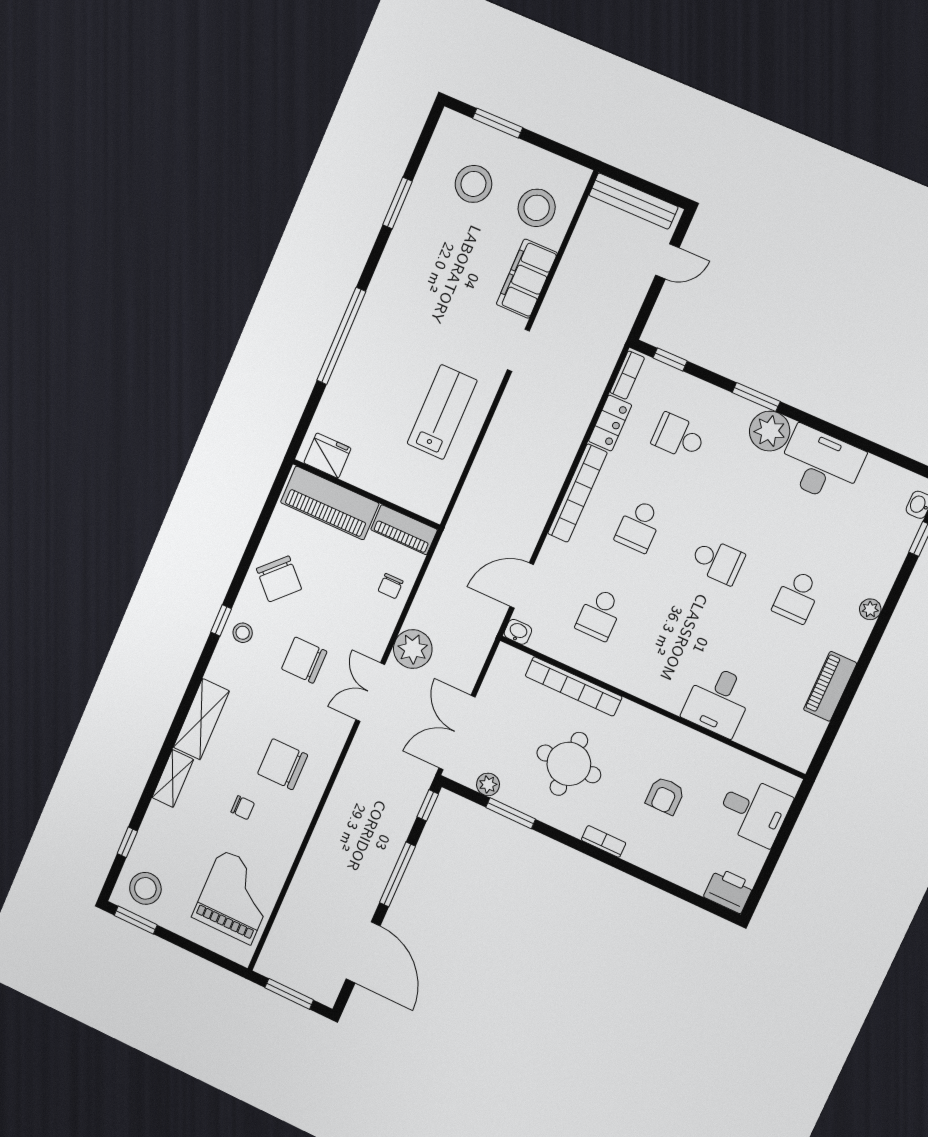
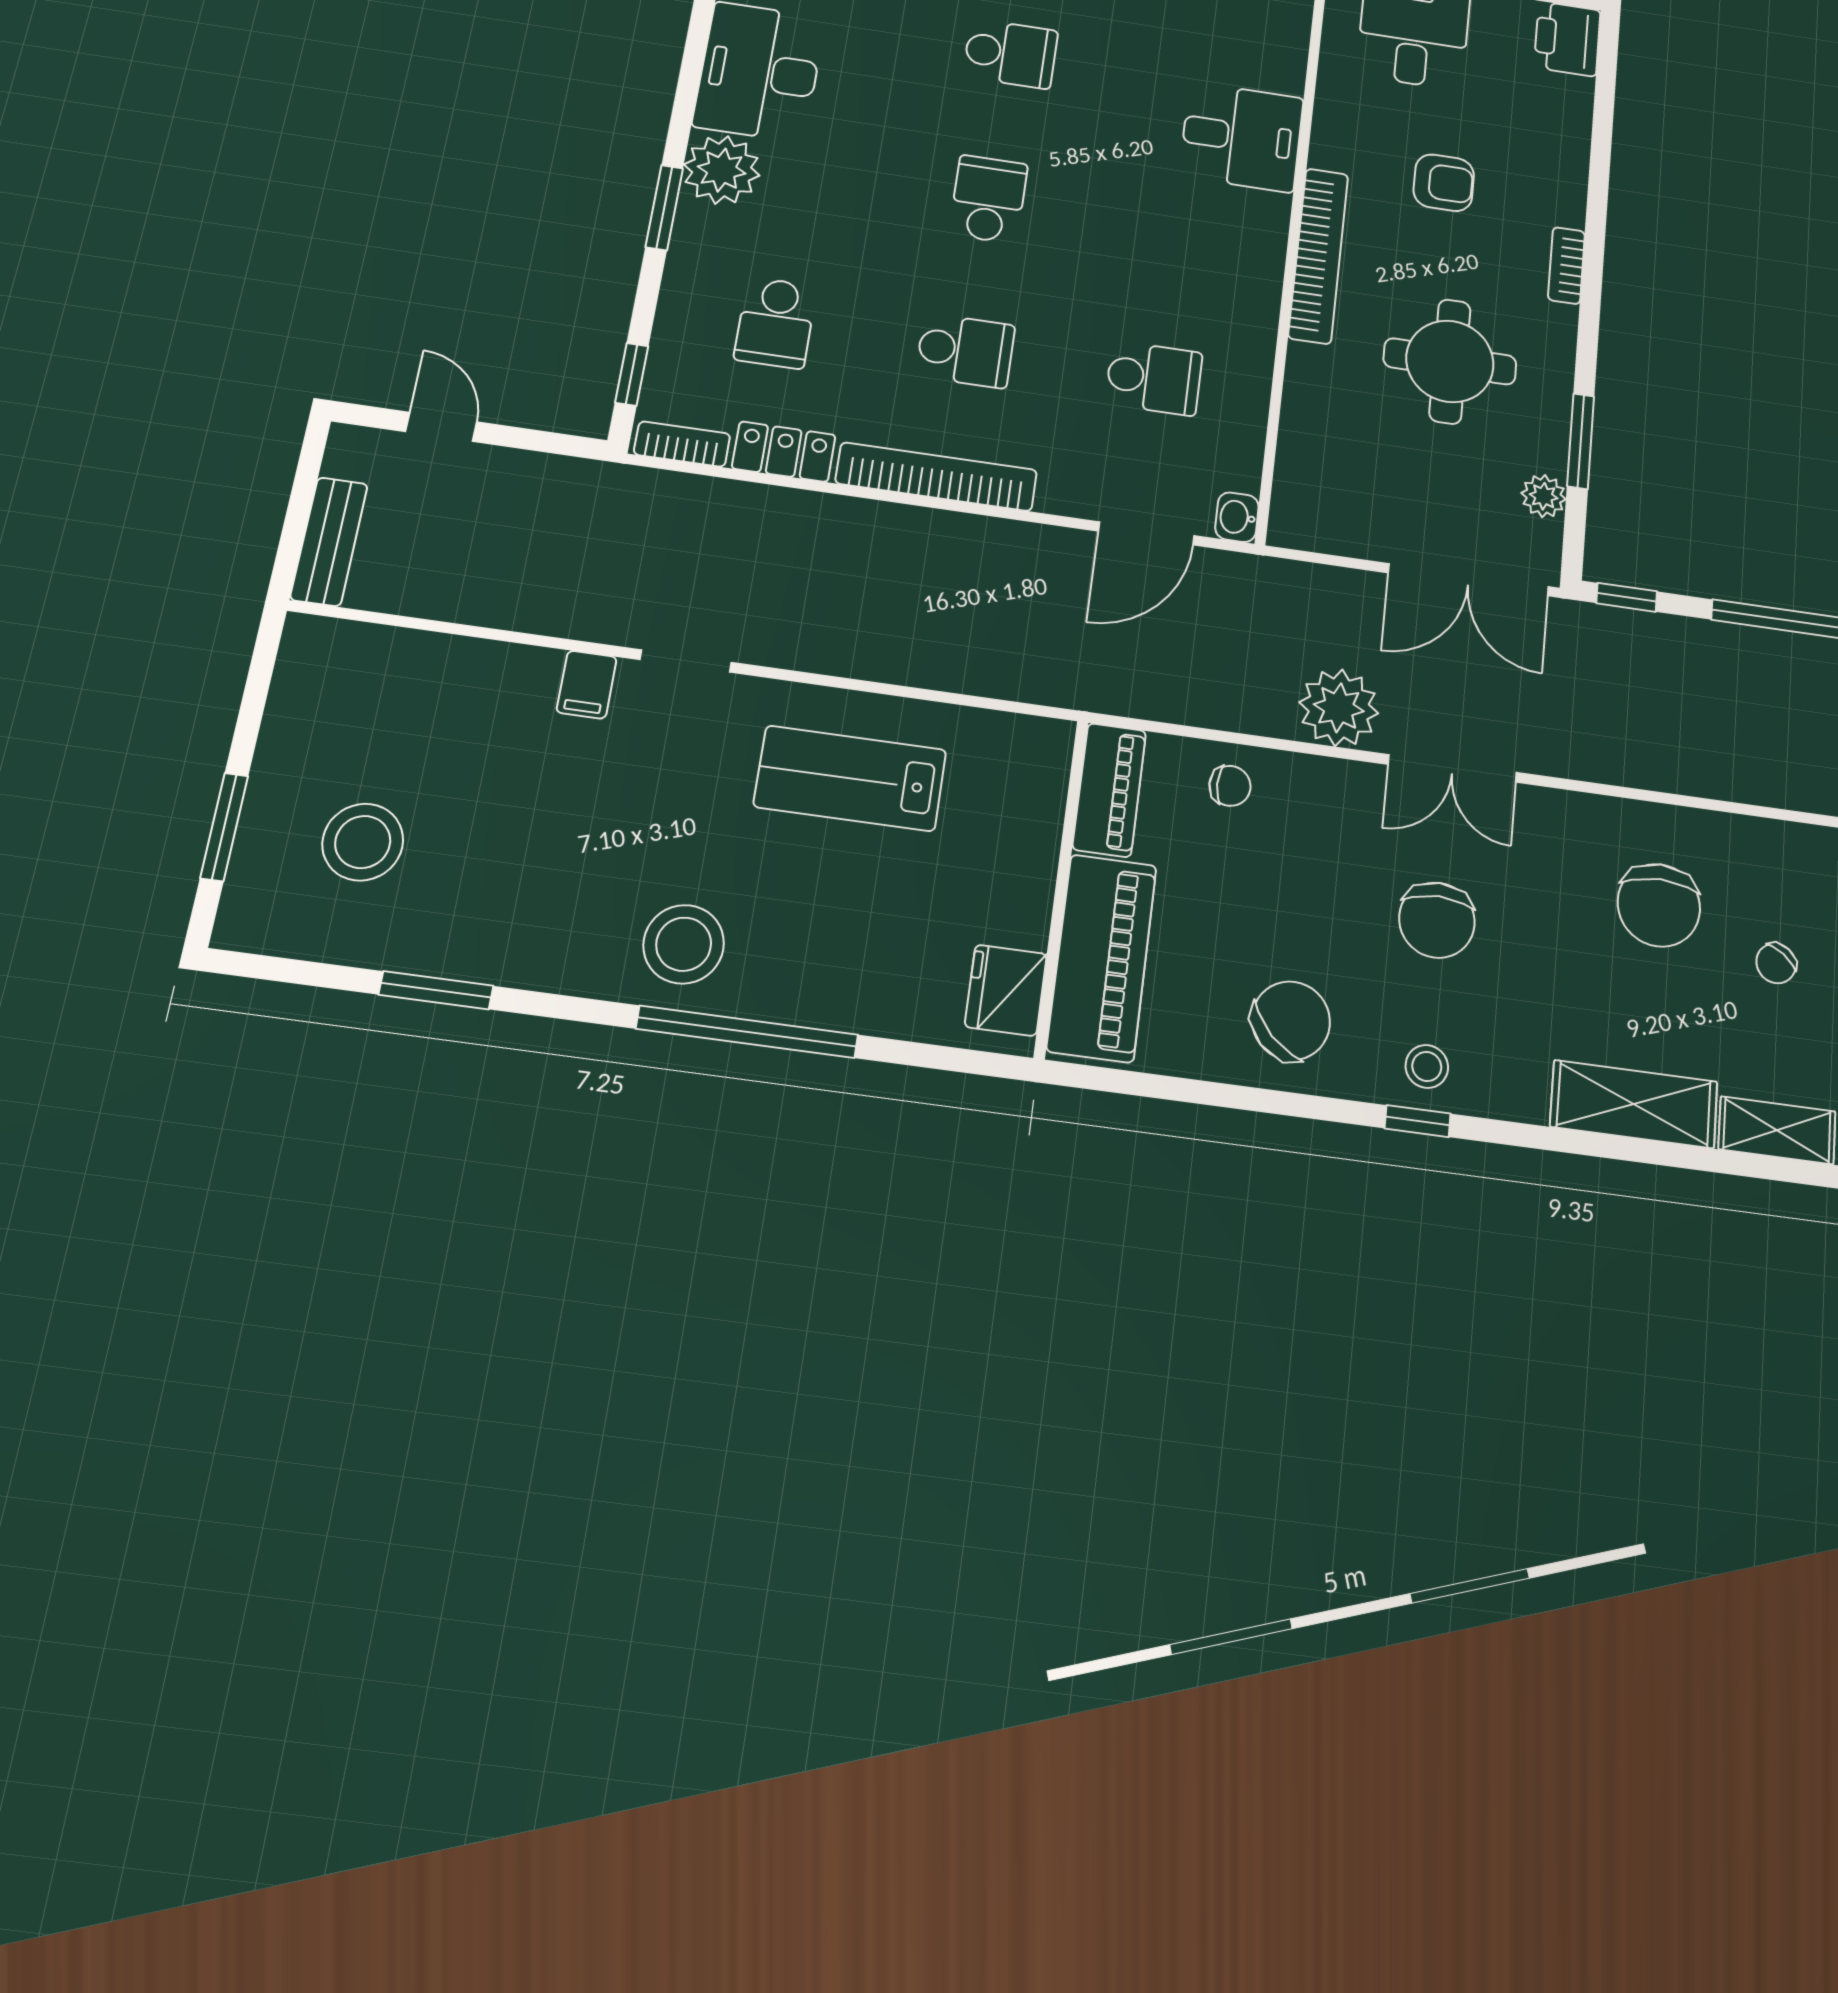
bench: (633, 201) -> (329, 542), width x0.73
stool: (537, 208) -> (684, 944), moved
filing cabinet: (527, 279) -> (587, 685), width x0.33, depth x0.86
door: (522, 586) -> (1146, 533), hinge flipped
bookcase: (574, 686) -> (1318, 256), moved
chair: (243, 808) -> (1776, 963), turned -143

